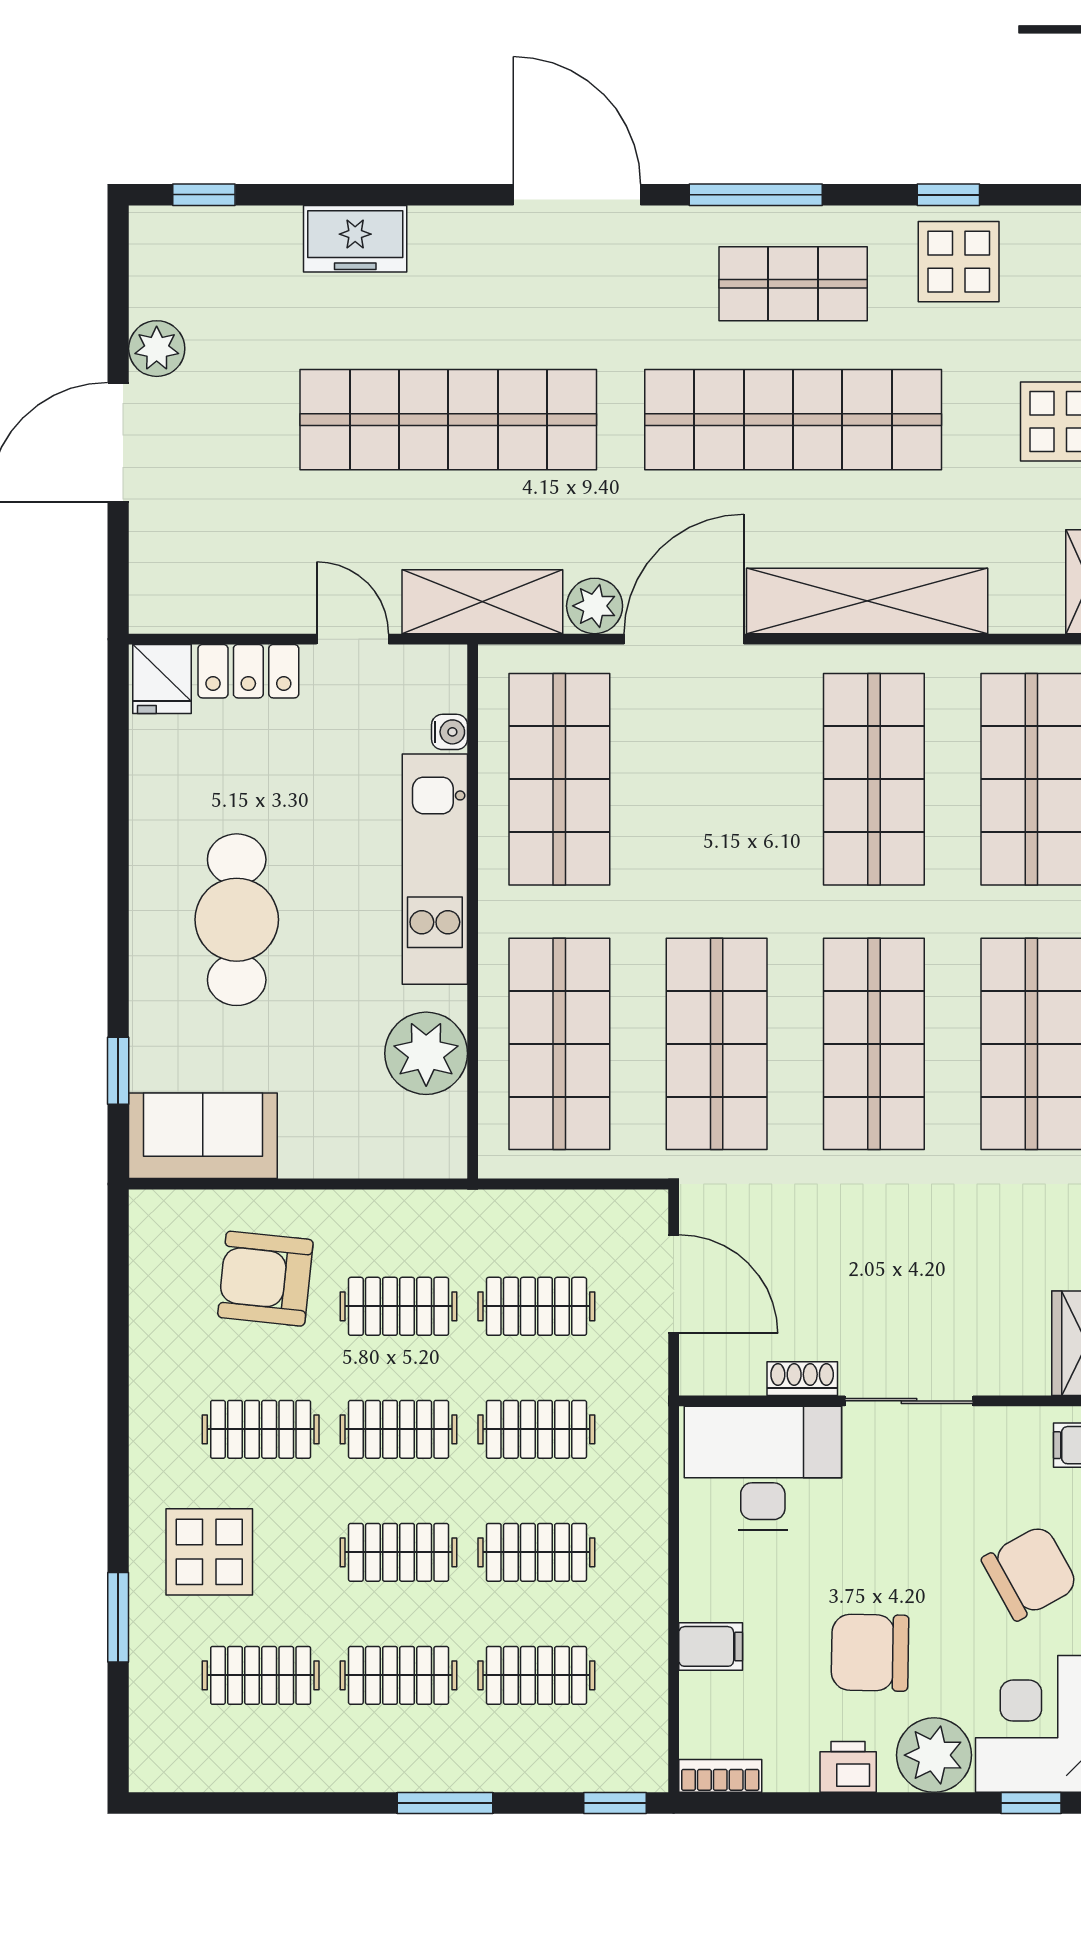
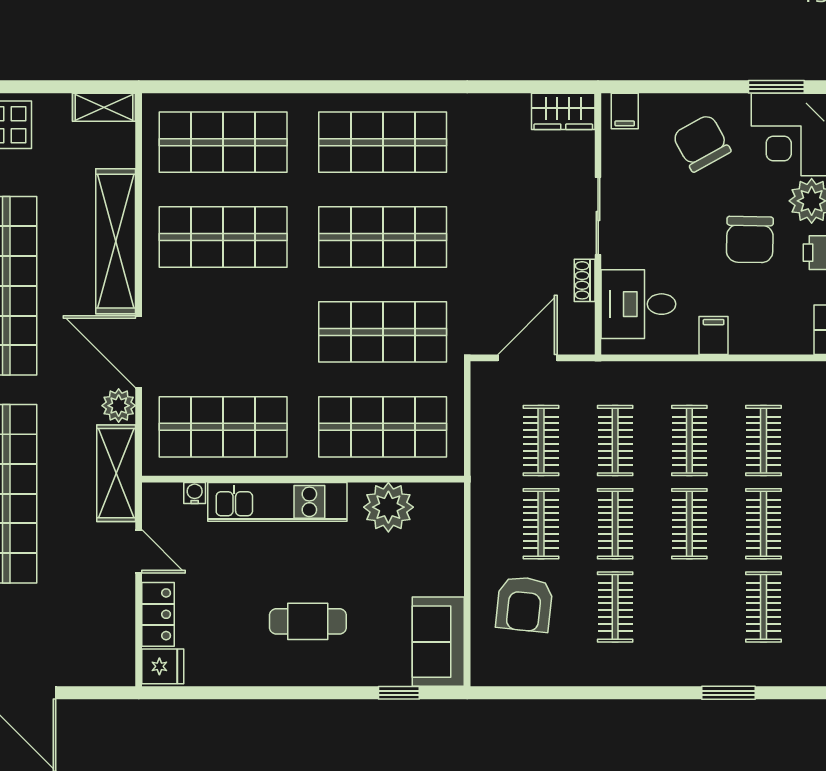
door: (353, 639) -> (139, 551), swing flipped
cafe table: (237, 920) -> (308, 621), width x0.73, depth x0.74
desk: (763, 1468) -> (638, 304), width x0.73
display table: (209, 1552) -> (689, 638), removed
filing cabinet: (711, 1646) -> (714, 336), moved

